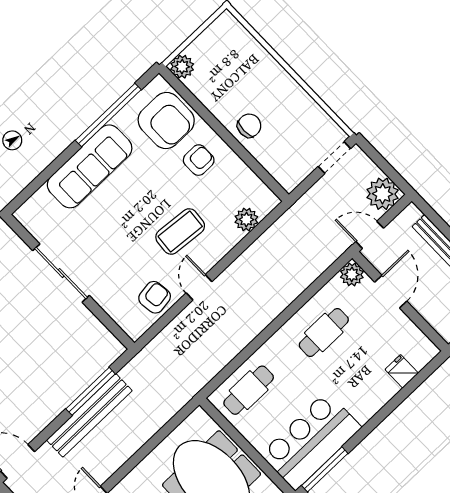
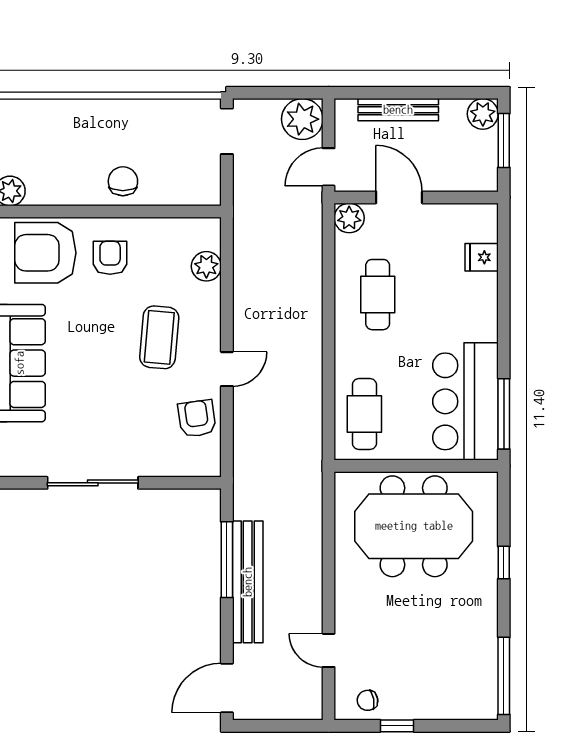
armchair: (166, 121) -> (45, 253), turned 180
door: (199, 287) -> (227, 369), swing flipped

